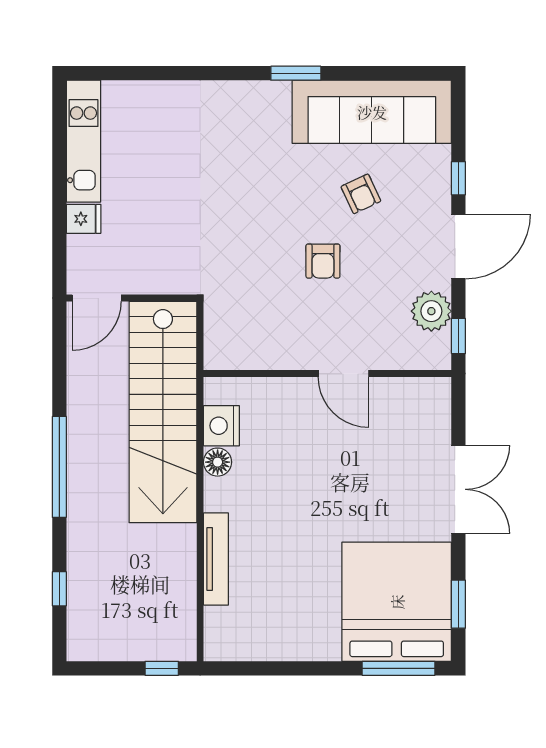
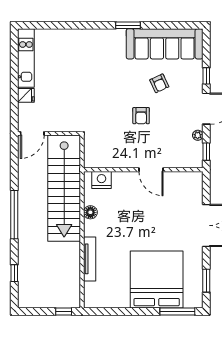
plant: (431, 311) -> (198, 135), width x0.53, depth x0.53
nightstand: (221, 426) -> (102, 180), moved, turned 90
bed: (397, 602) -> (157, 279), moved

